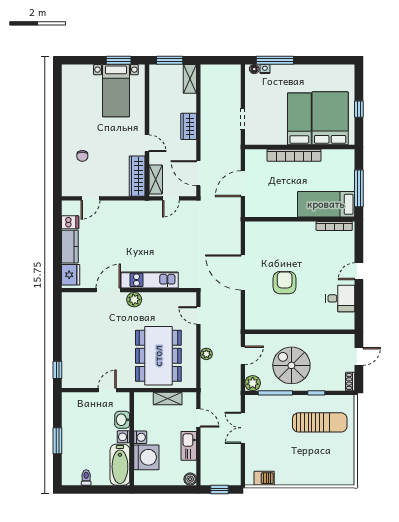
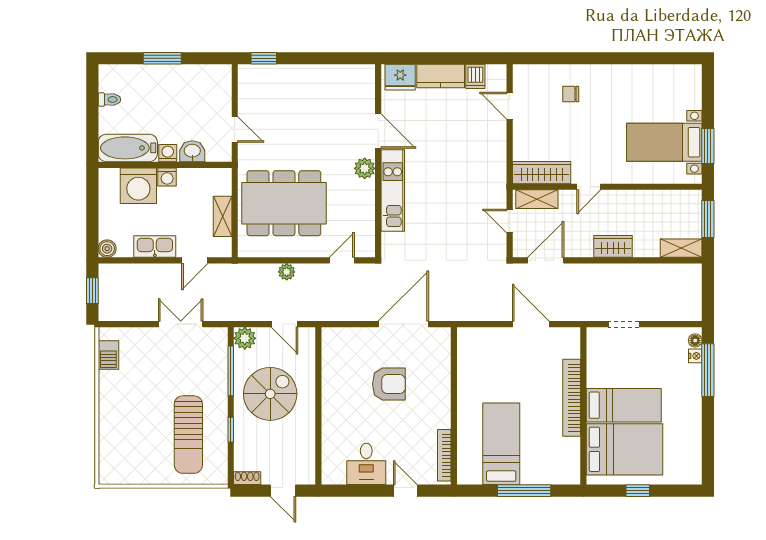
wall: (300, 219) -> (454, 406), moved
bookcase: (334, 226) -> (444, 455), moved

